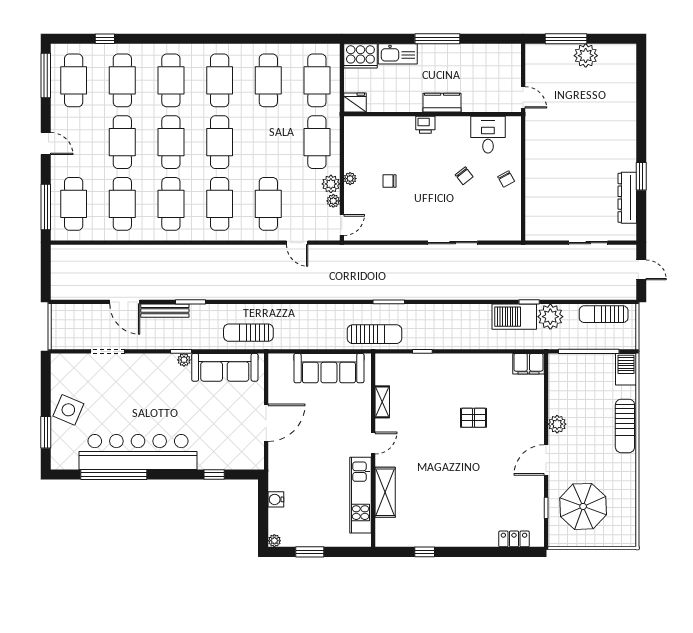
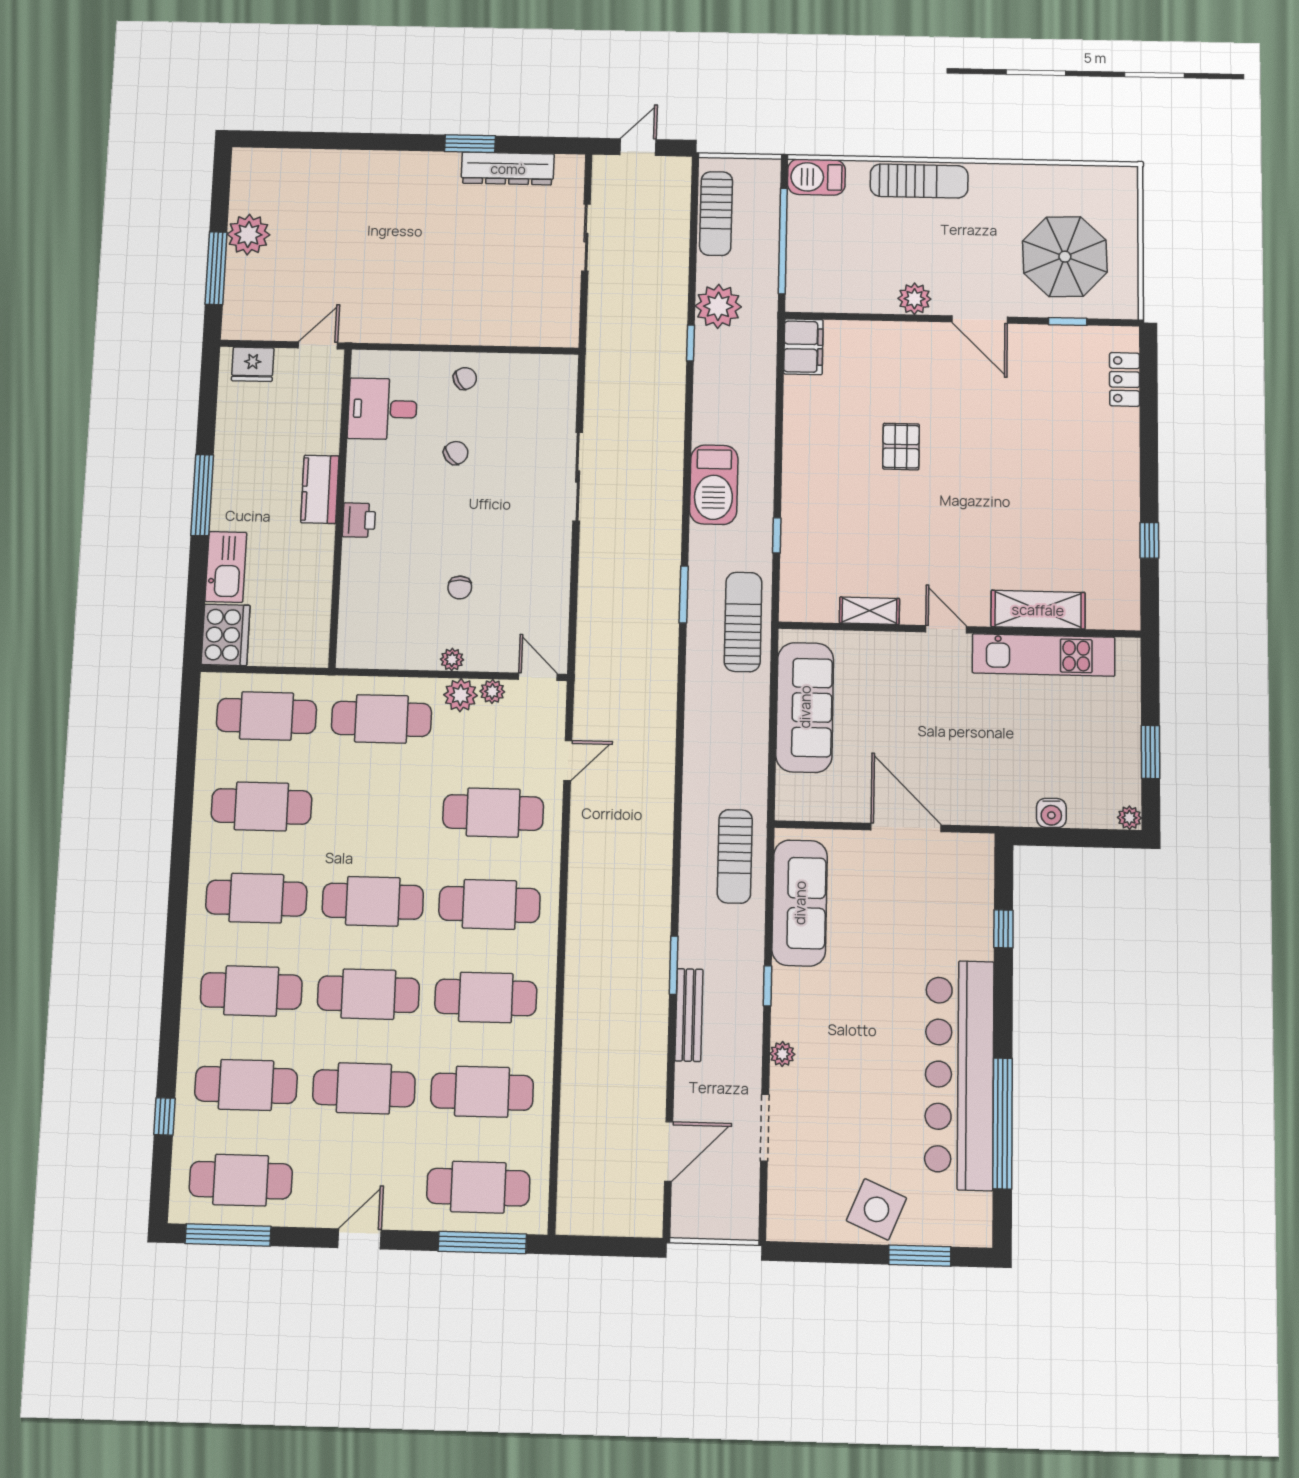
fridge: (355, 103) -> (253, 364), moved, turned -90
door: (125, 302) -> (669, 1152), moved
barbecue: (514, 317) -> (714, 485), moved
plant: (184, 360) -> (782, 1054), moved

